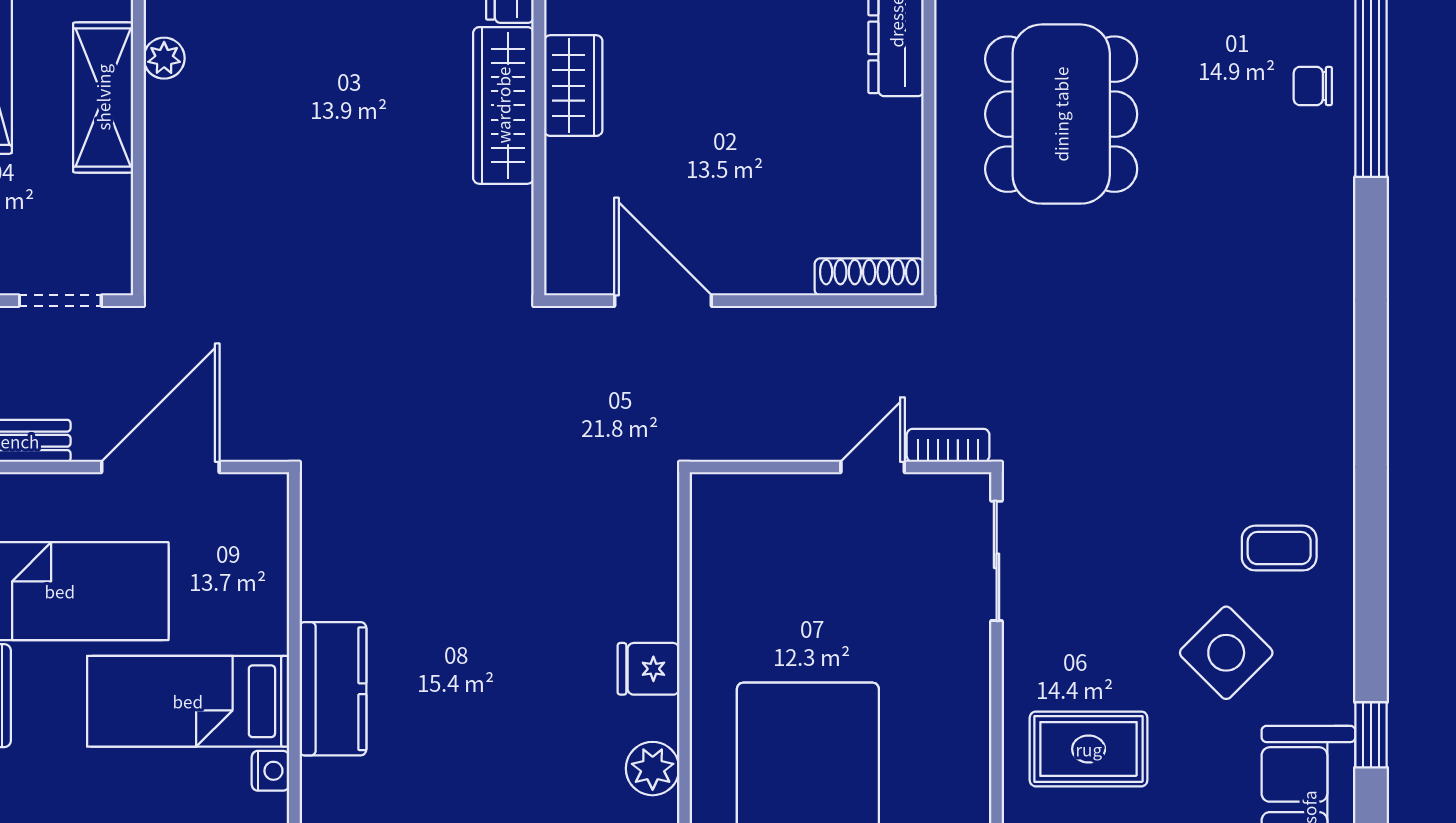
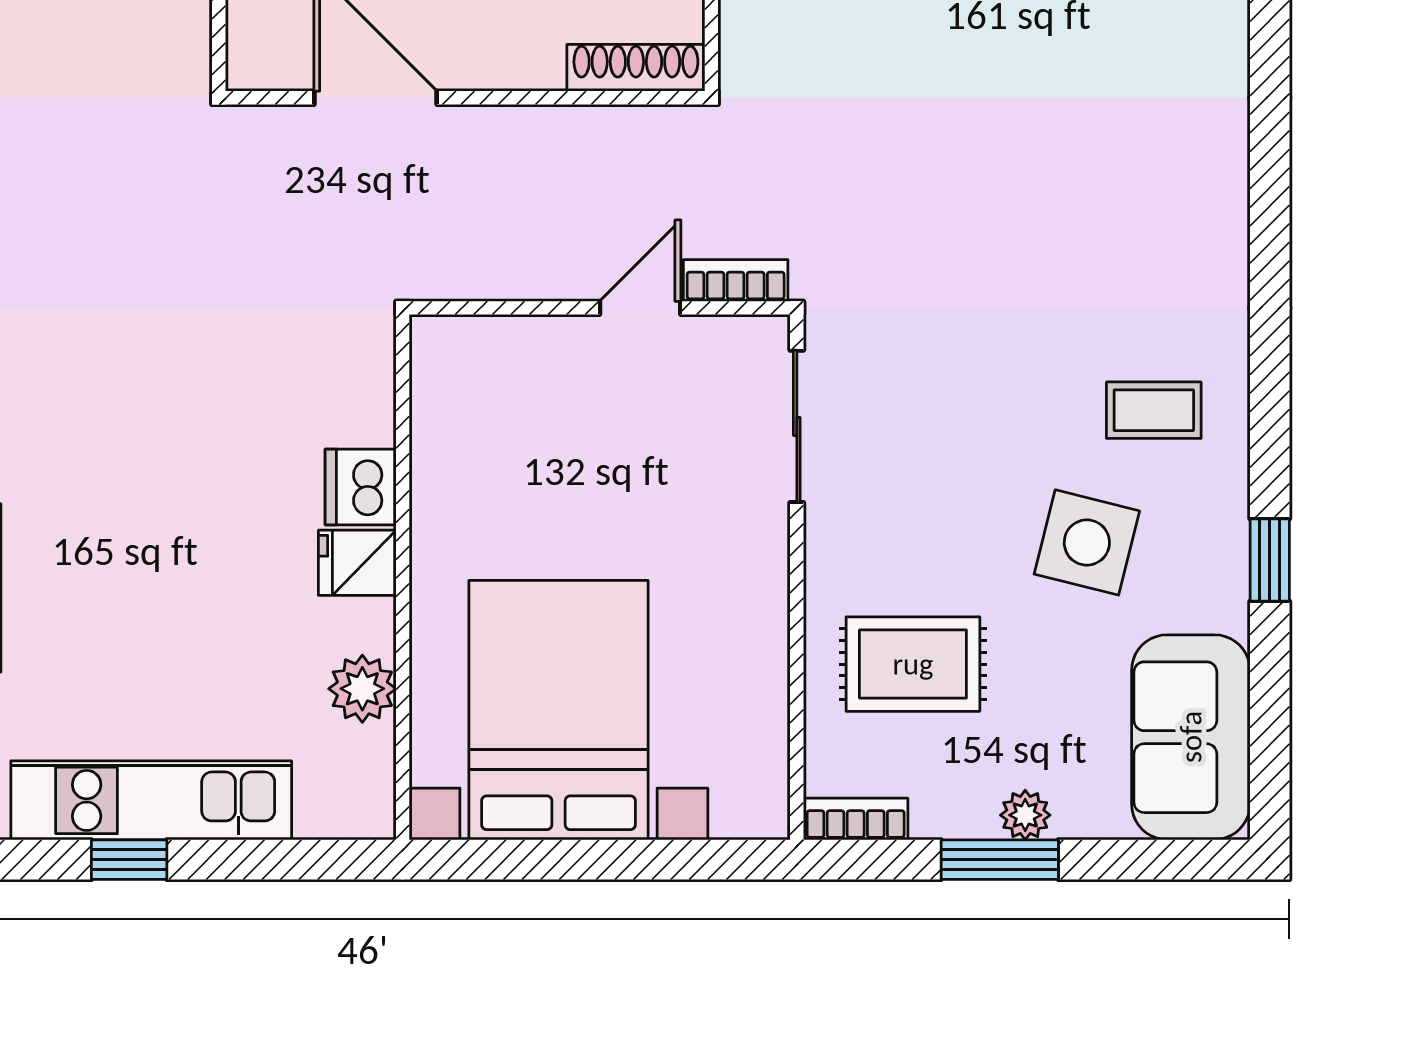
dishwasher: (651, 609) -> (361, 487), added
side table: (1226, 653) -> (1087, 542), turned -31
window: (1371, 735) -> (1270, 560), moved

